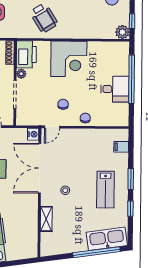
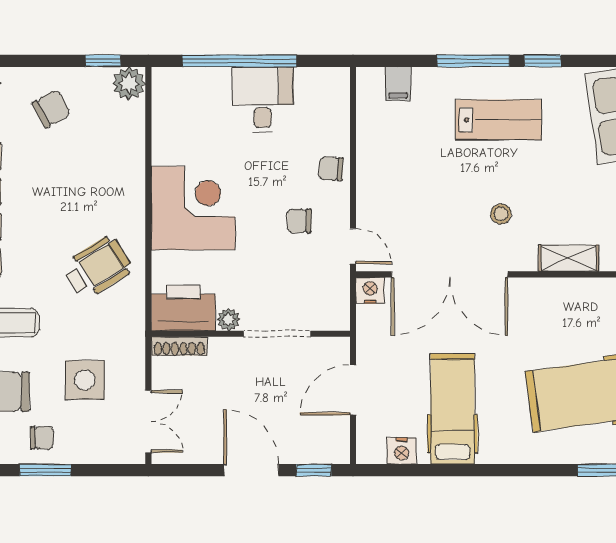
window: (131, 179) -> (473, 61), width x1.44

